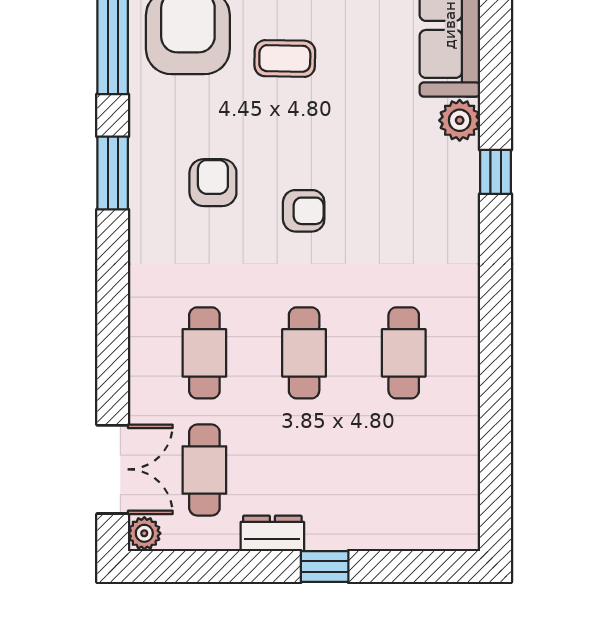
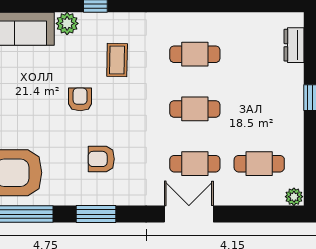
coffee table: (285, 58) -> (117, 60), moved
armchair: (304, 211) -> (80, 99), moved
double door: (113, 469) -> (189, 214), moved
dresser: (272, 533) -> (294, 45), moved

